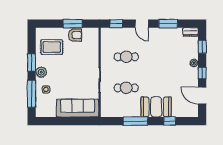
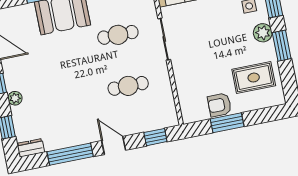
window: (168, 24) -> (70, 154), width x1.44

